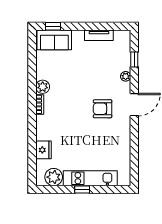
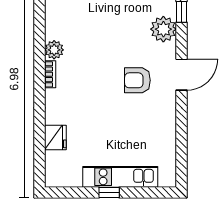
plant: (126, 76) -> (163, 29), width x1.88, depth x1.88
plant: (54, 177) -> (69, 175), removed

